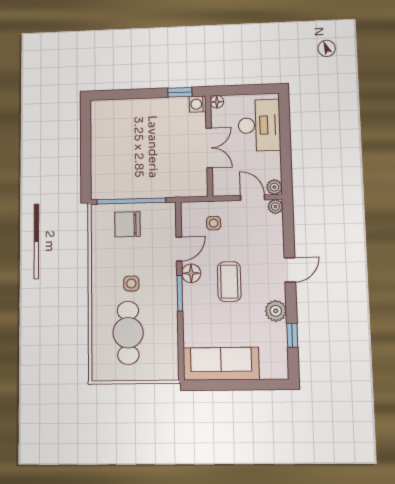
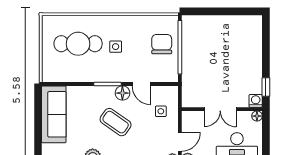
coffee table: (229, 282) -> (116, 122), turned 35

